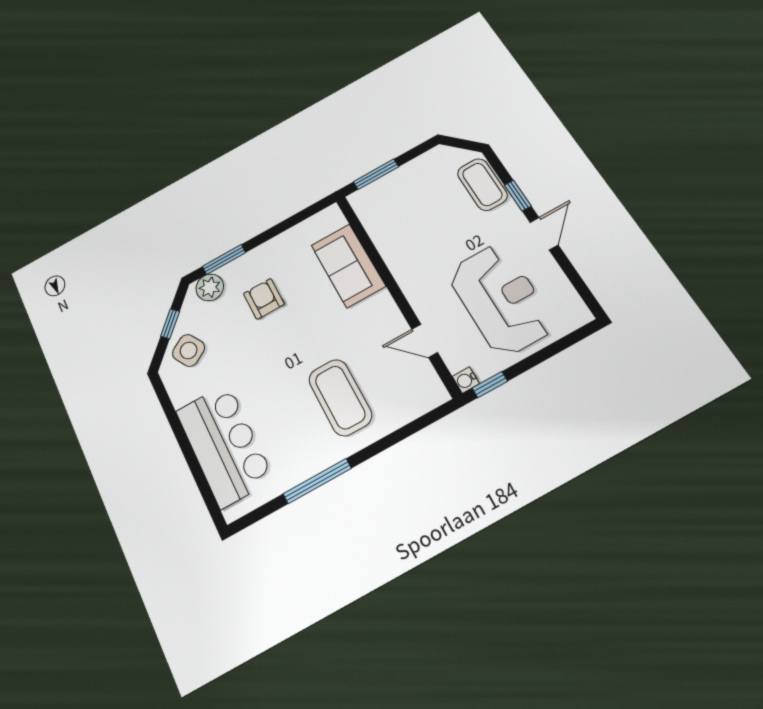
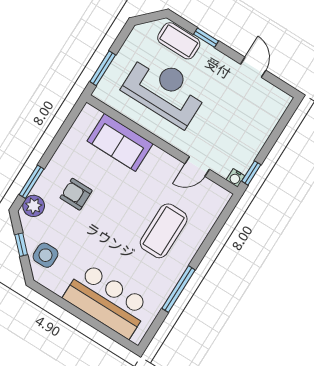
door: (544, 234) -> (253, 67), moved
reception desk: (501, 299) -> (165, 90), moved
side table: (189, 350) -> (46, 255), turned 31
coffee table: (340, 397) -> (164, 231), turned 90

